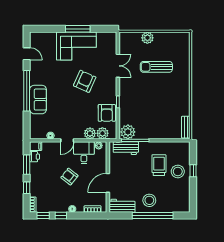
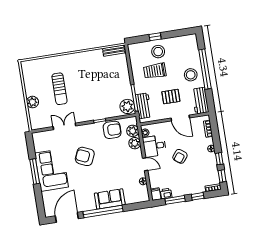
door: (27, 54) -> (67, 217), width x1.88
pallet: (131, 177) -> (171, 97), added

